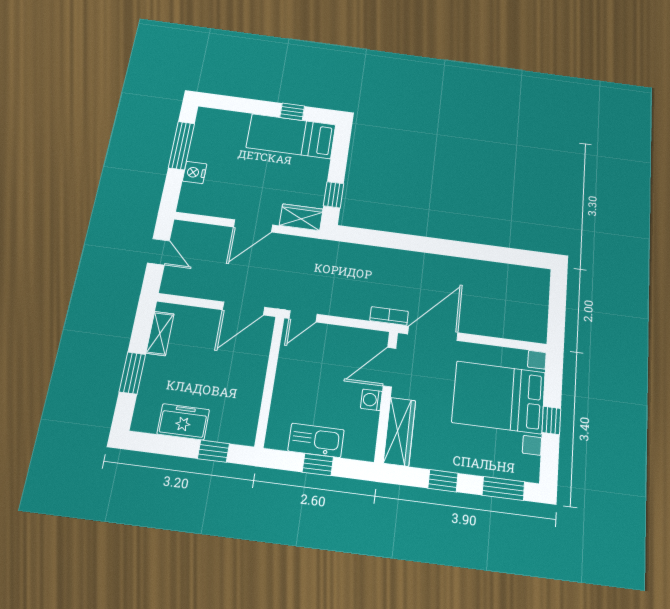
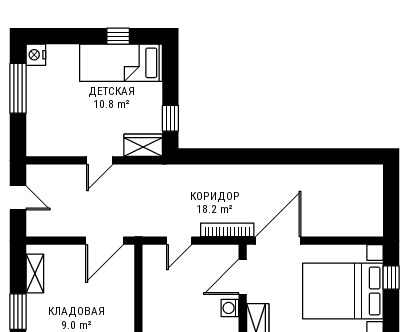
nightstand: (195, 172) -> (36, 55), moved
door: (253, 226) -> (100, 160), width x0.73
door: (303, 316) -> (179, 241), moved
bookcase: (389, 316) -> (227, 230), width x1.56
window: (551, 420) -> (391, 278), moved

